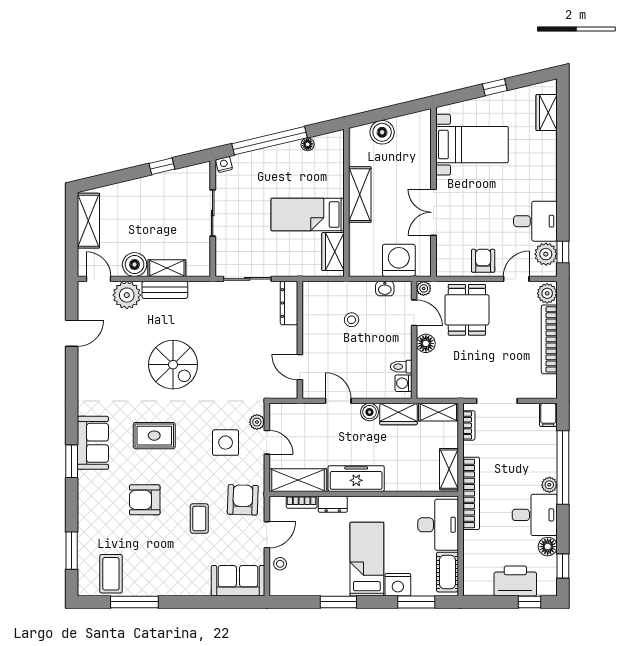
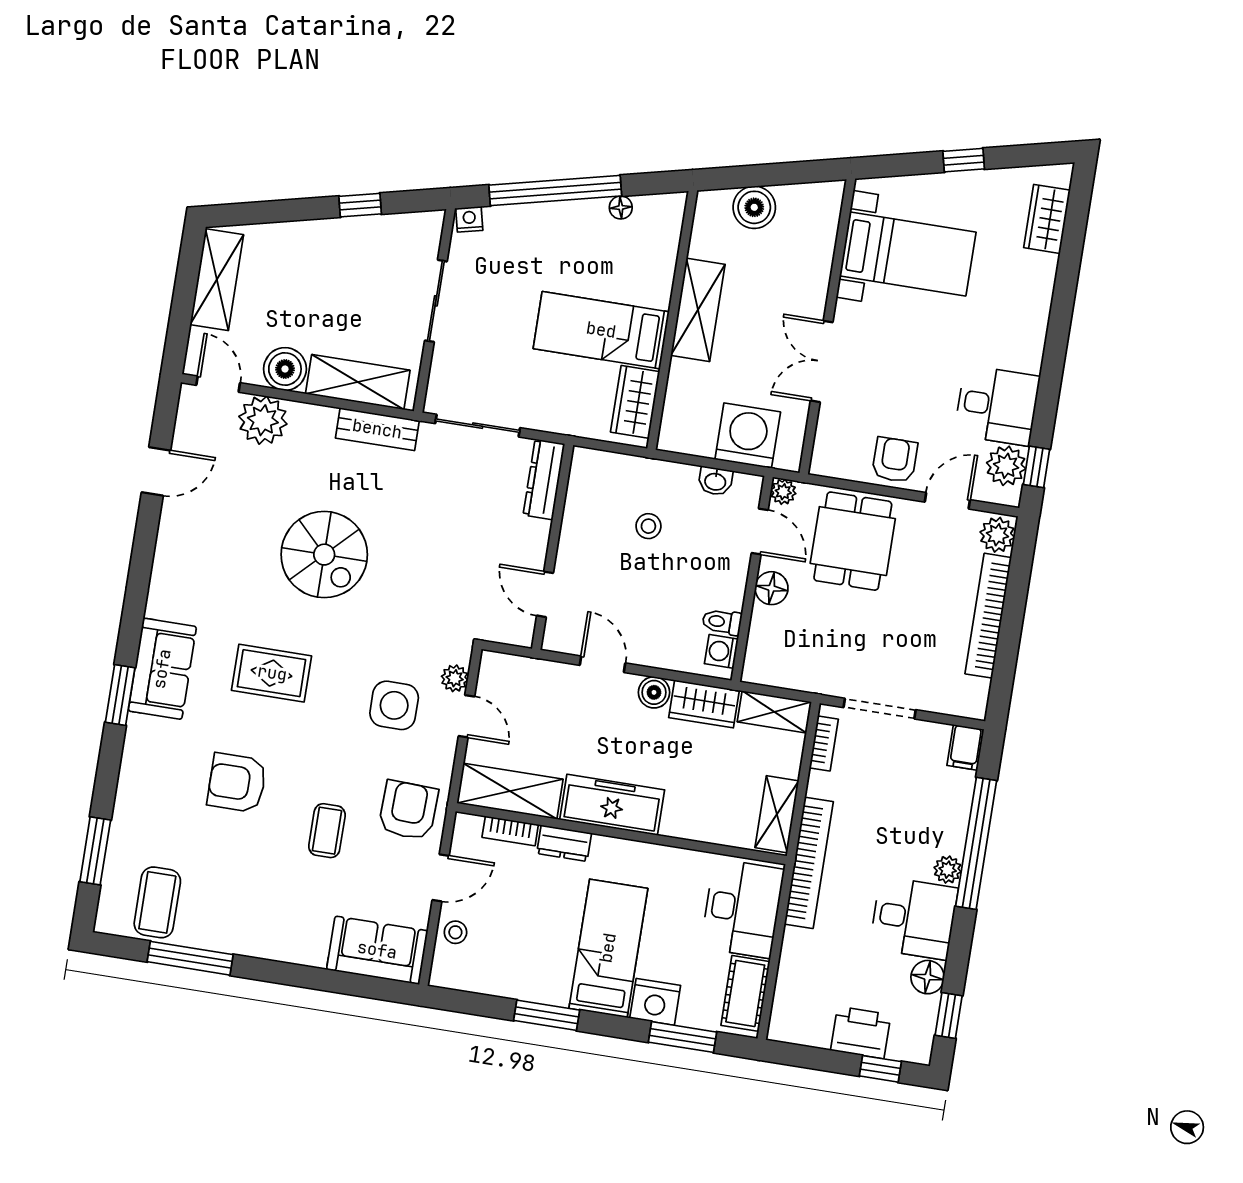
shelving: (167, 268) -> (358, 382), width x1.50, depth x1.33
bench: (165, 290) -> (377, 429), moved
printer: (515, 581) -> (861, 1032), width x0.73, depth x0.84

